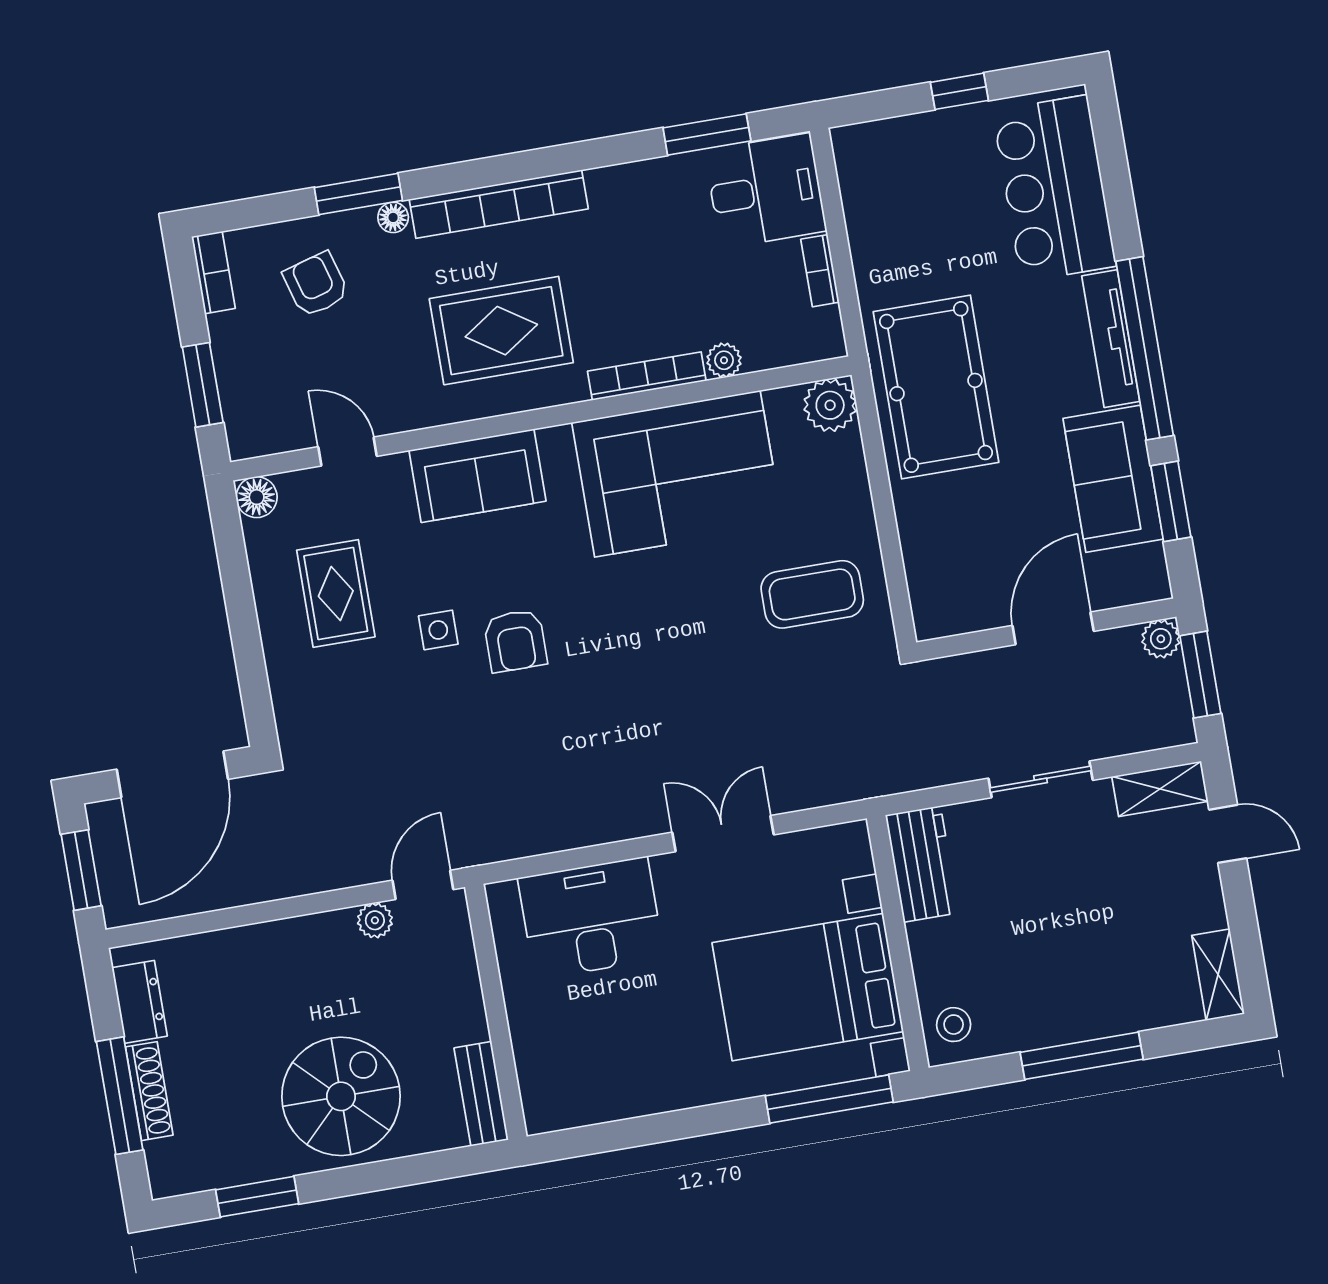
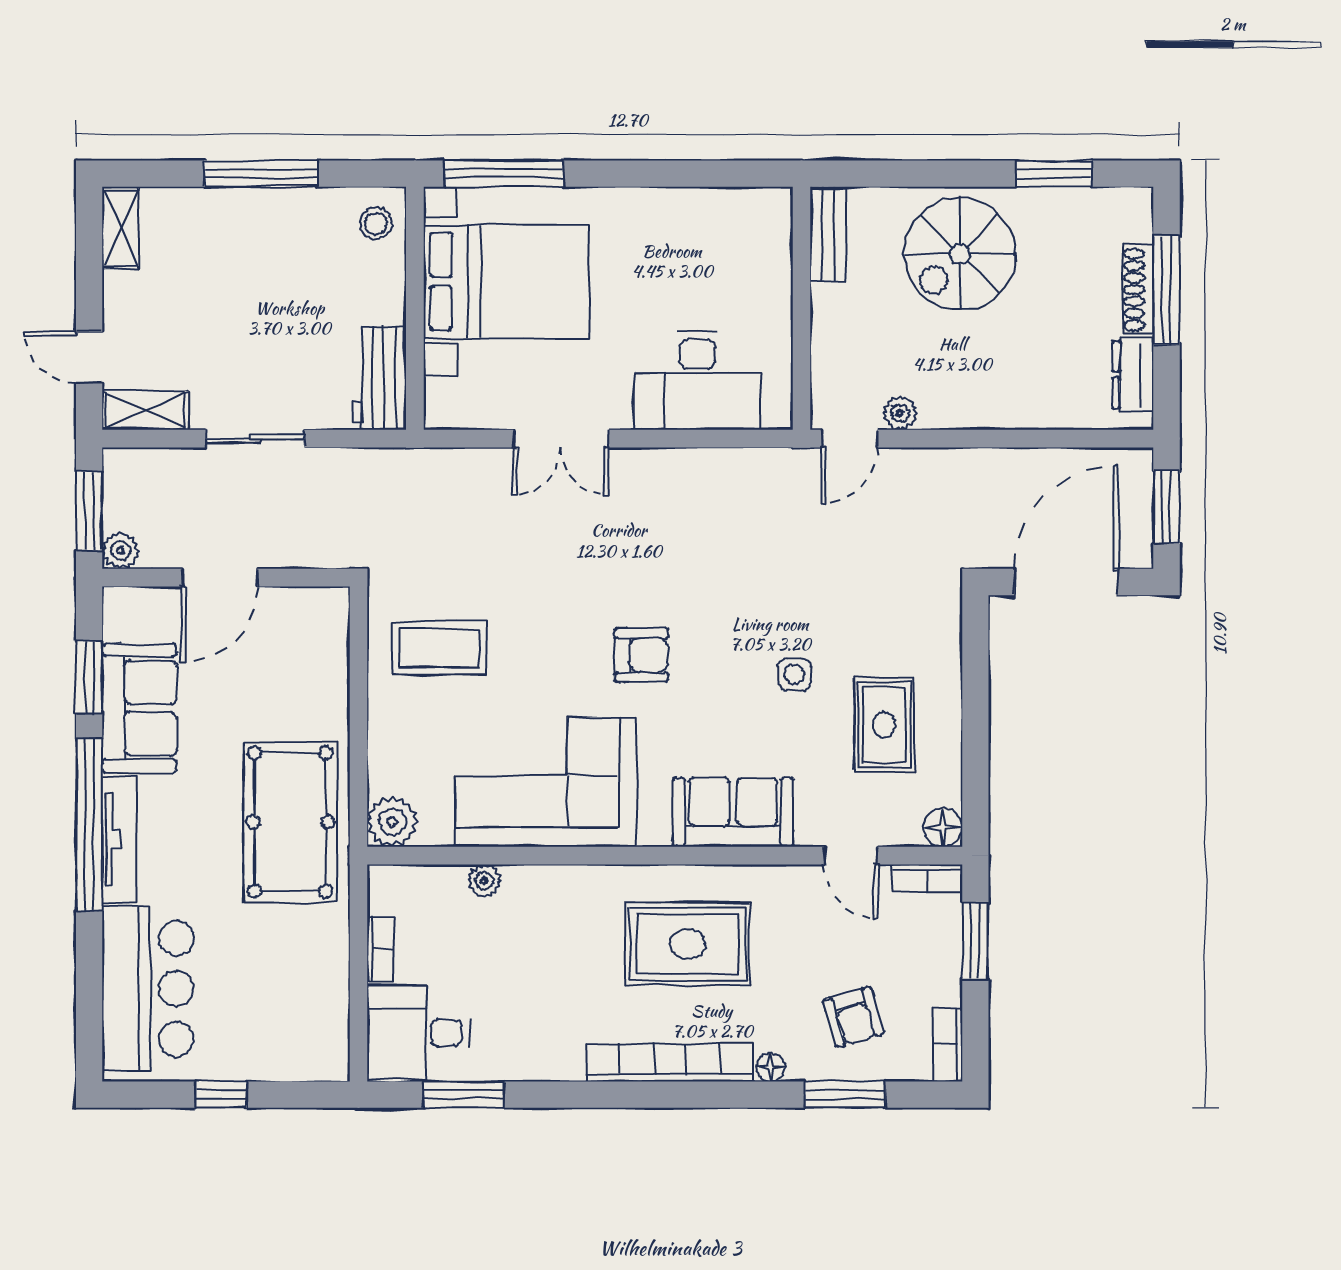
window: (358, 194) -> (845, 1095), moved
bookcase: (647, 376) -> (927, 878), moved, width x0.64
armchair: (515, 641) -> (641, 655), moved, turned 90

